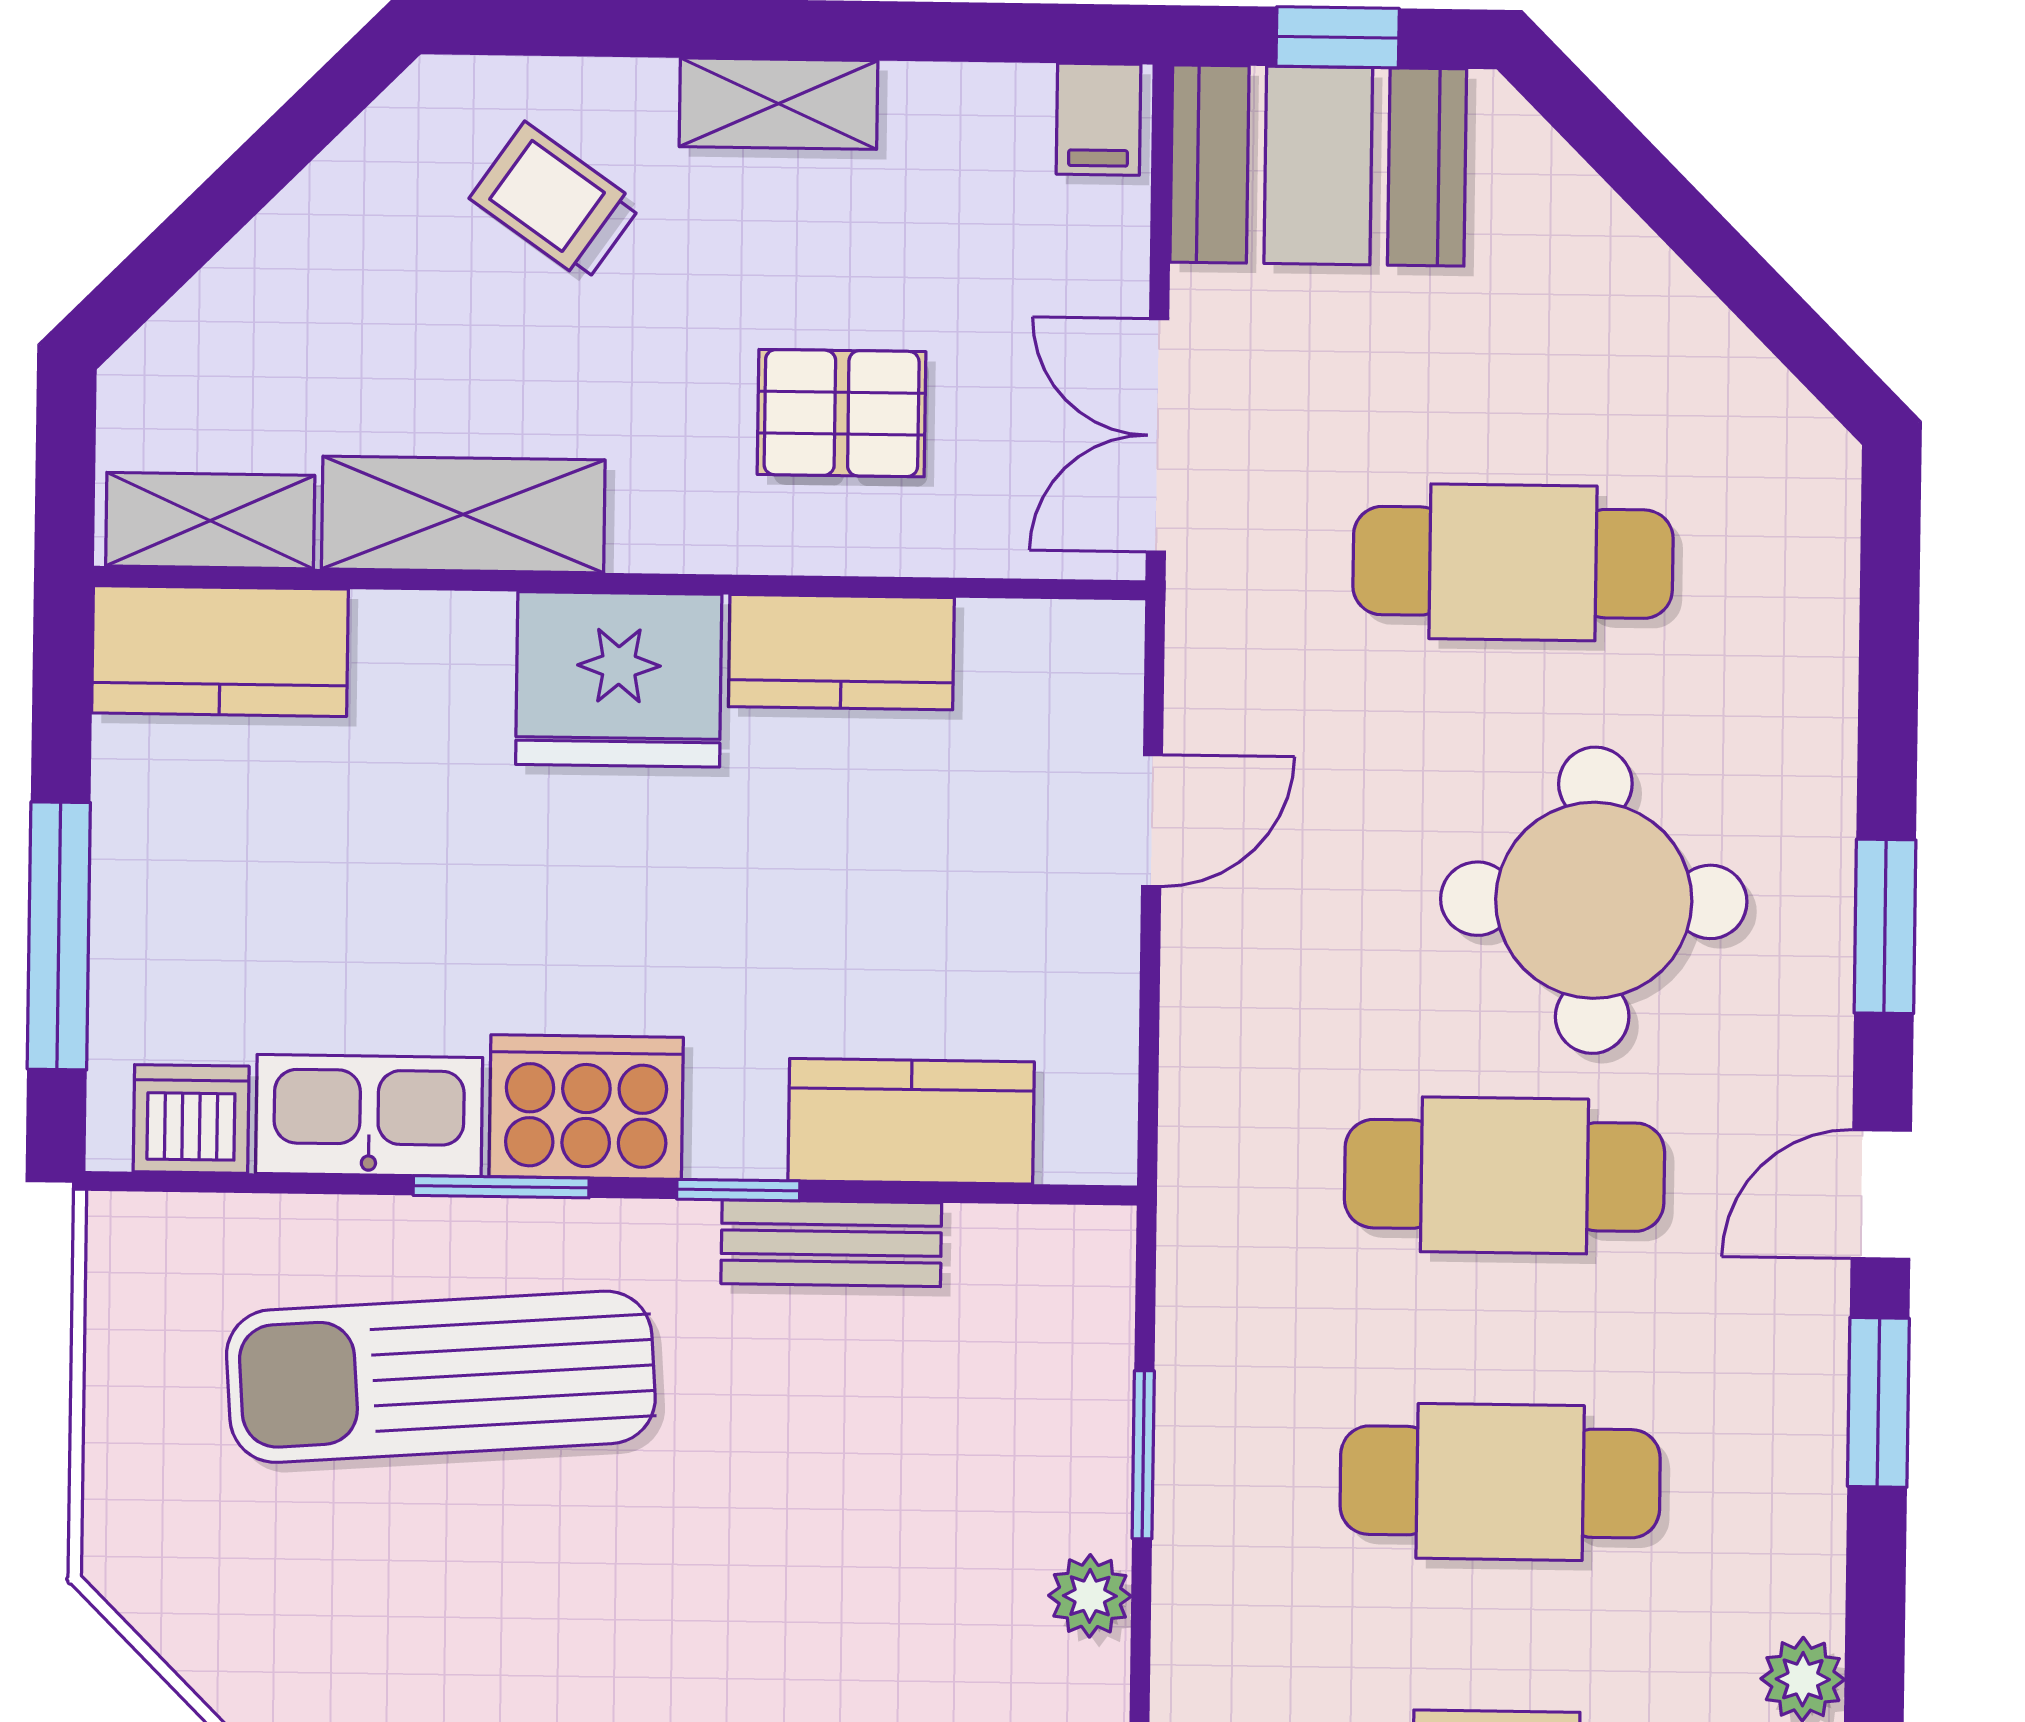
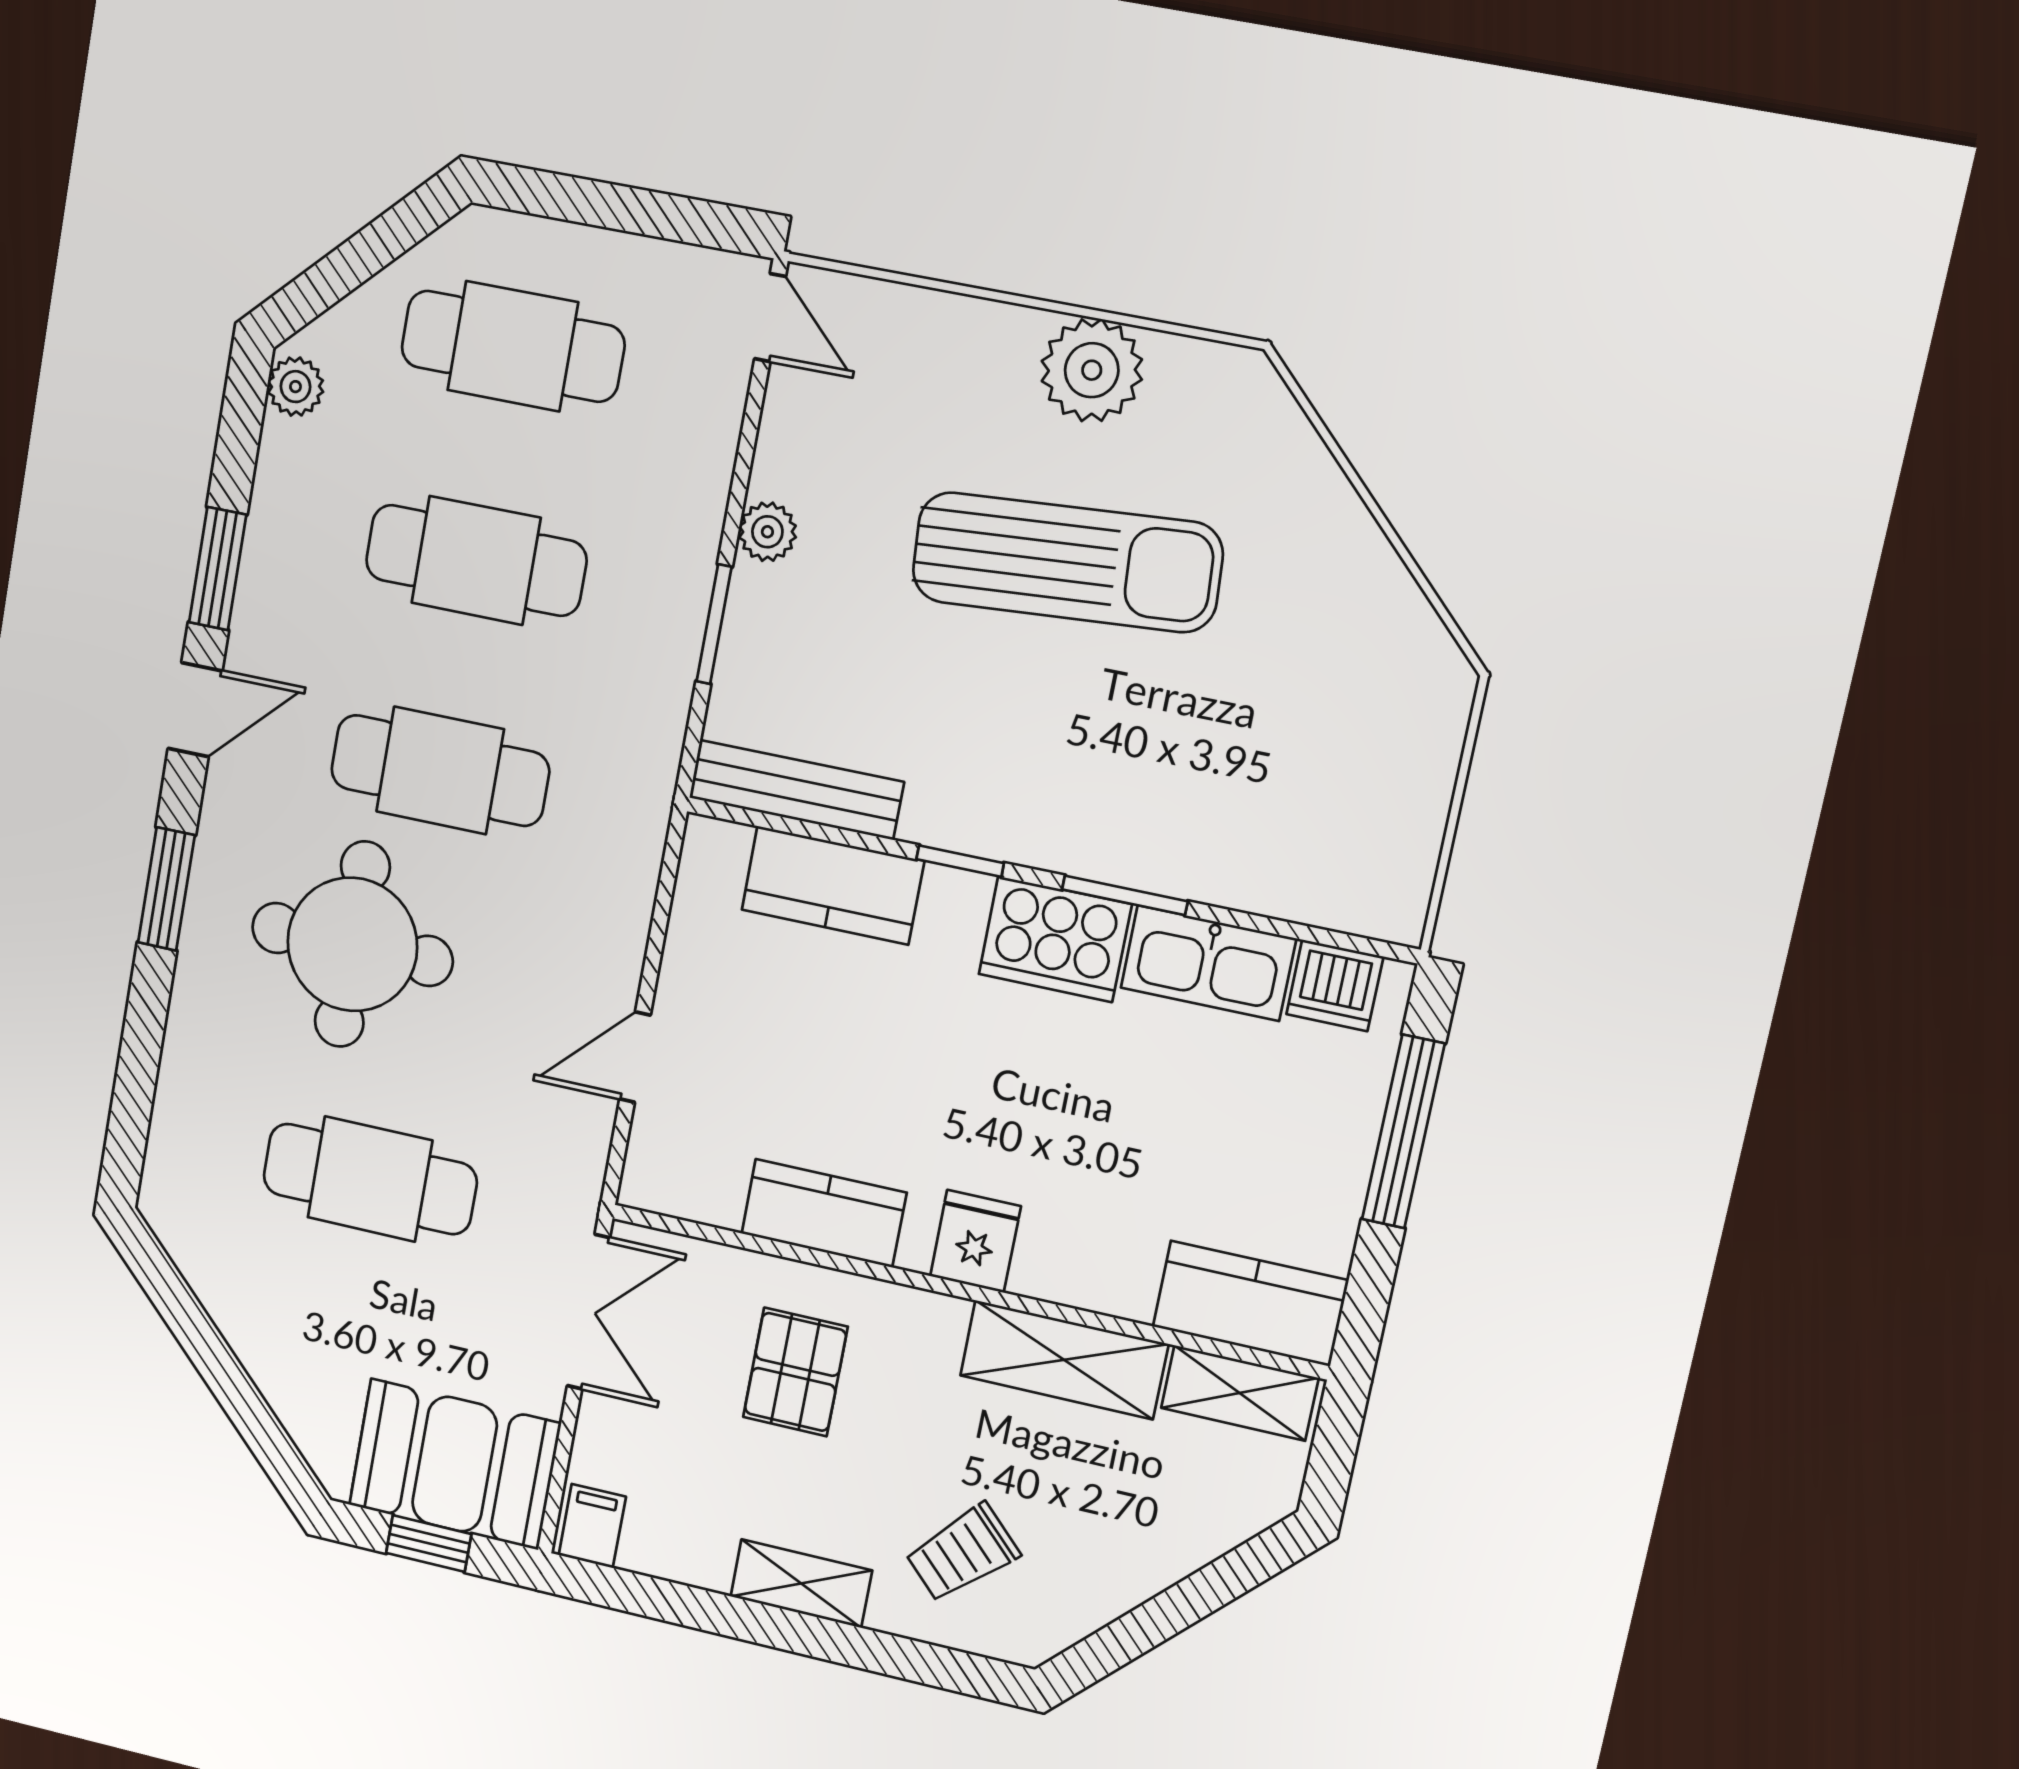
trolley: (555, 202) -> (962, 1553), turned 100
pallet: (842, 413) -> (795, 1372), turned 90
fridge: (619, 679) -> (975, 1241), width x0.53, depth x0.75
bench: (831, 1243) -> (796, 790), moved, width x1.36
sun lounger: (441, 1377) -> (1067, 562), moved

